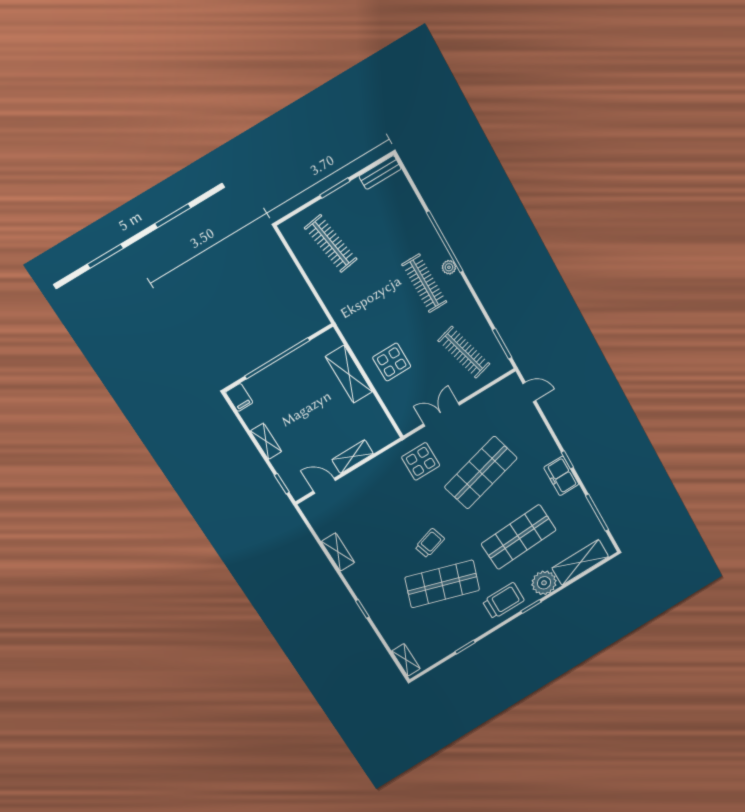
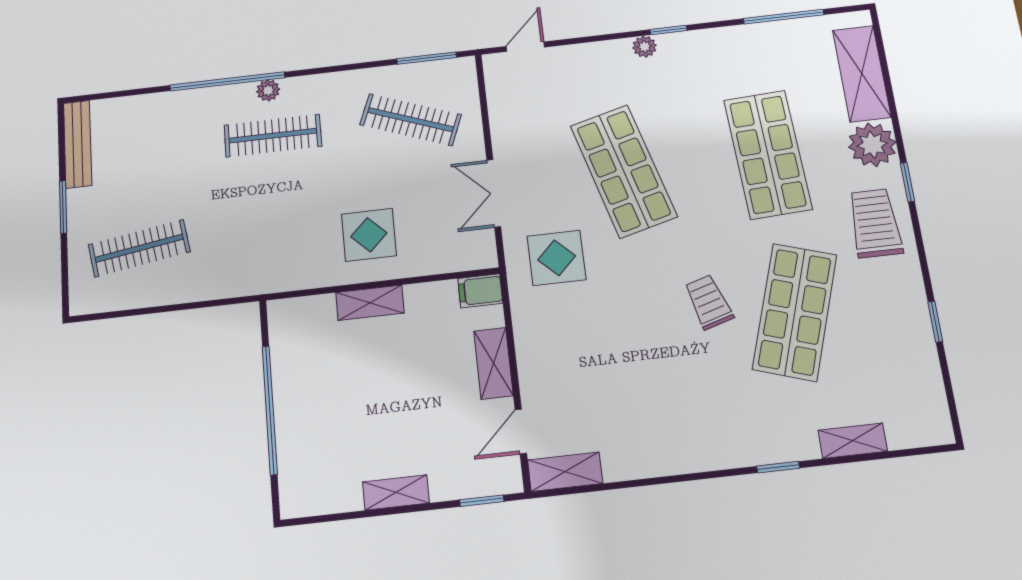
bench: (380, 172) -> (78, 144), width x1.36
clothes rail: (464, 352) -> (411, 120), turned 36
shelving: (349, 374) -> (370, 303), width x0.67, depth x0.75
filing cabinet: (239, 397) -> (480, 291), moved, turned 180
plant: (553, 452) -> (645, 47), added
freezer: (561, 476) -> (692, 49), removed
shelving: (338, 552) -> (565, 472), moved
shelving: (406, 660) -> (853, 441), moved

